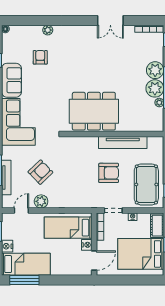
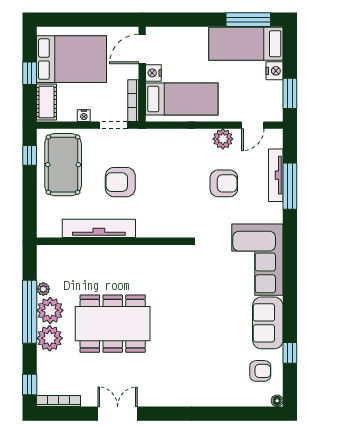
plant: (48, 30) -> (213, 399), removed
armchair: (40, 57) -> (260, 371), moved, turned -90
dining table: (94, 111) -> (113, 324), moved
armchair: (40, 172) -> (224, 183), turned -136

